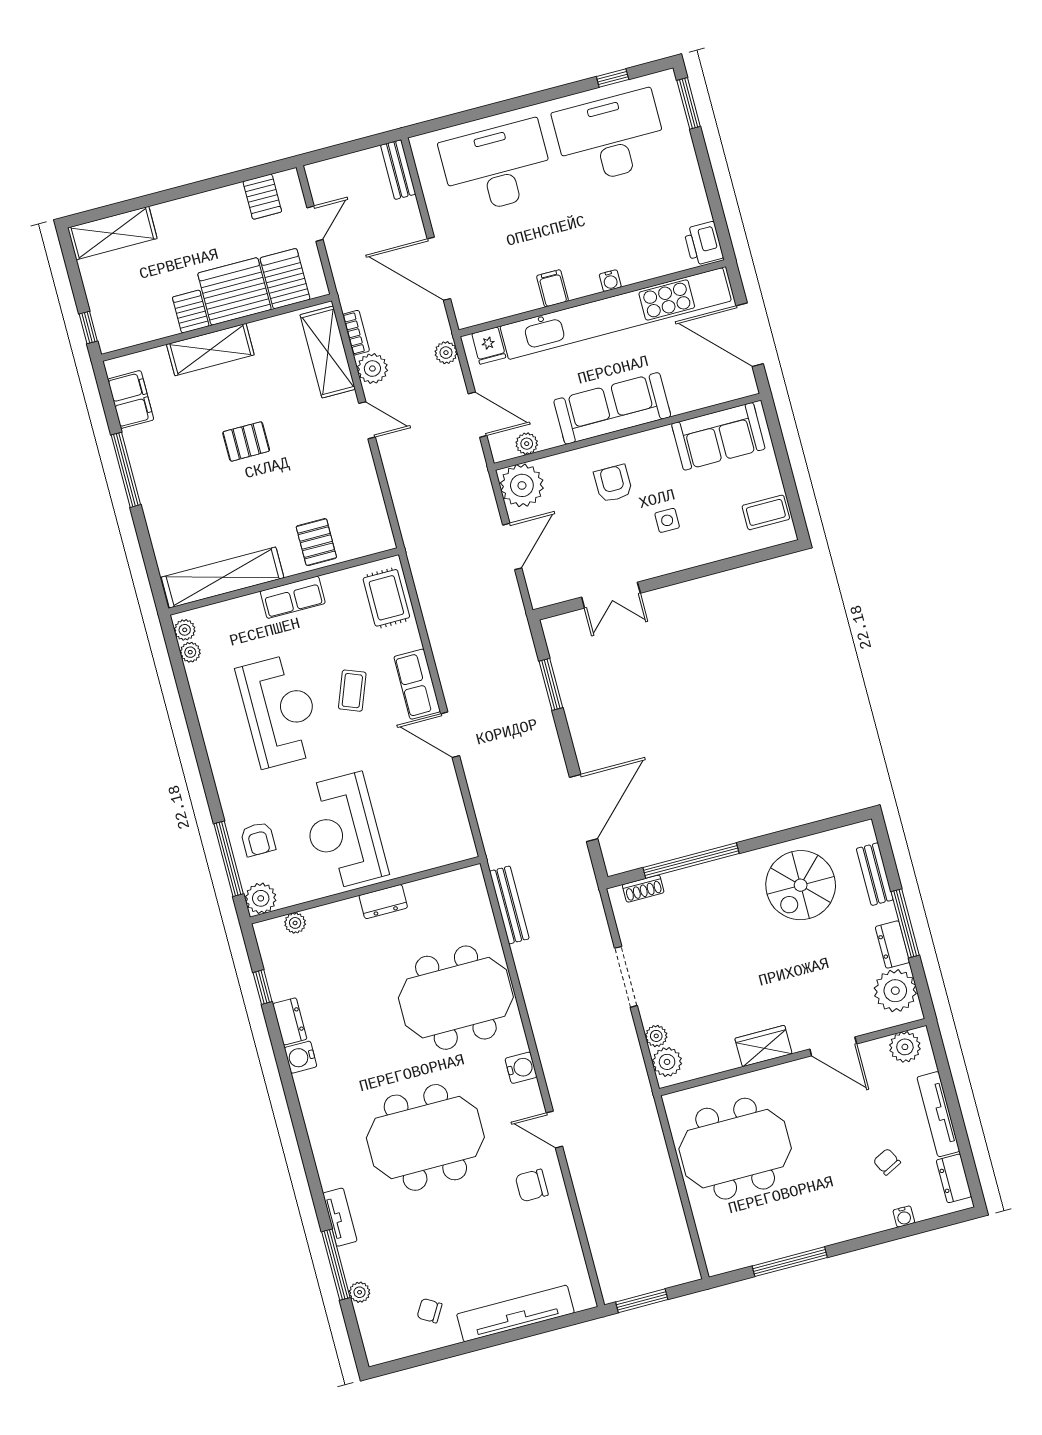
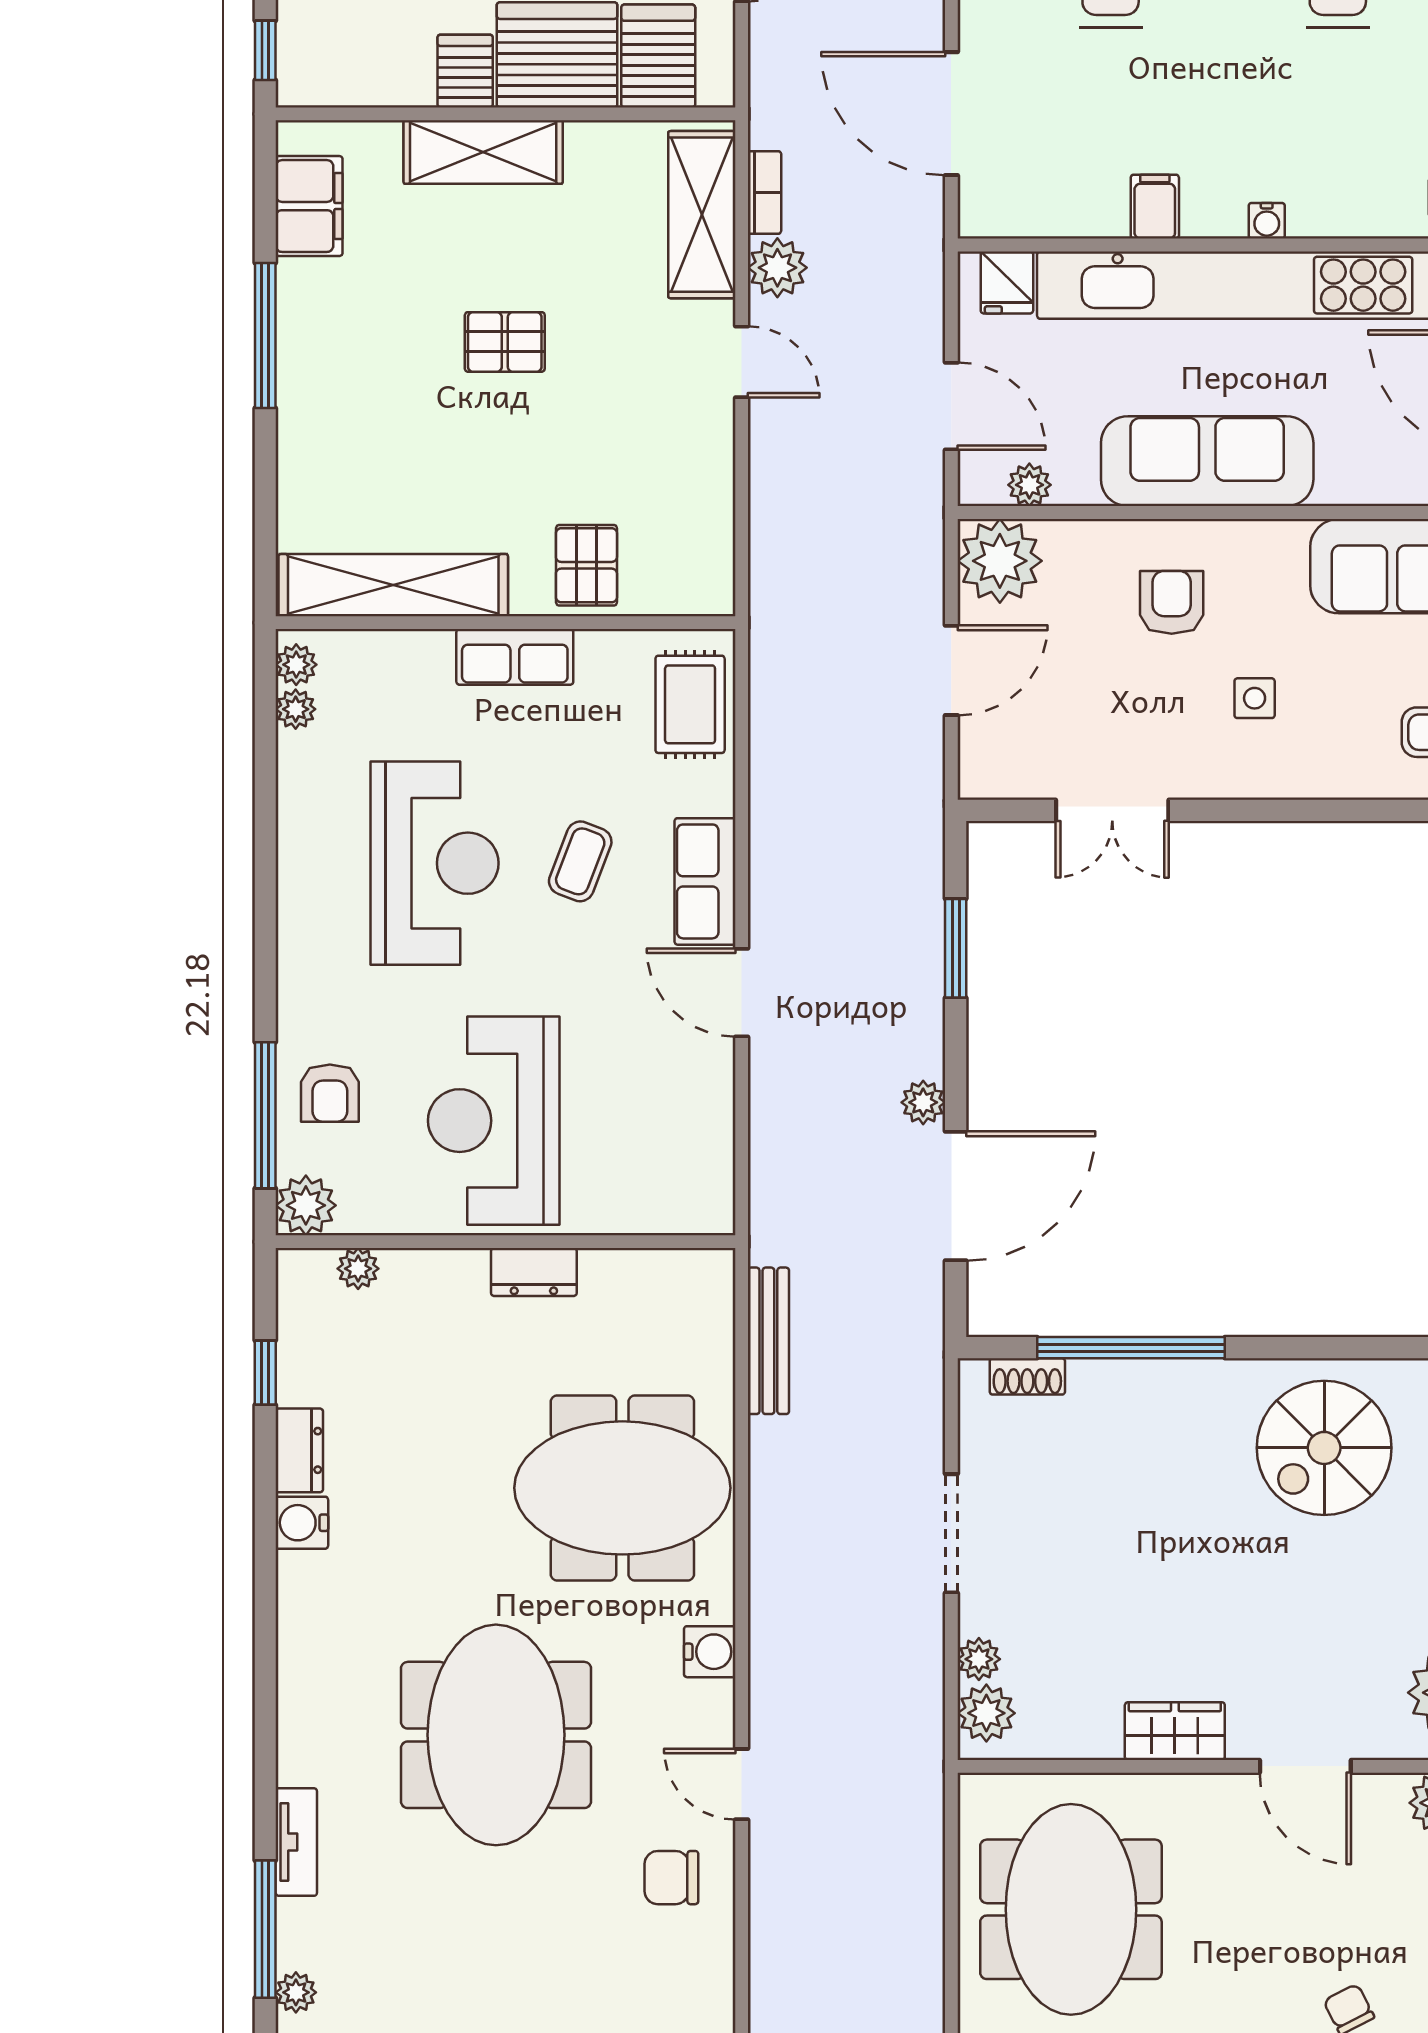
plant: (446, 353) -> (923, 1102), moved
meeting table: (425, 1137) -> (496, 1735), turned 90
meeting table: (735, 1149) -> (1071, 1909), turned 90

